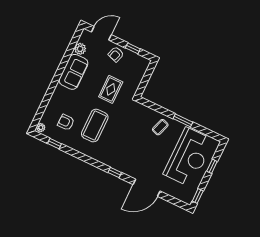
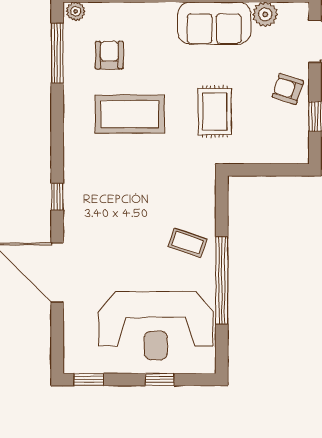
rug: (111, 89) -> (215, 112), turned 90
window: (183, 120) -> (222, 280), width x2.11
window: (55, 144) -> (57, 53), width x2.17

